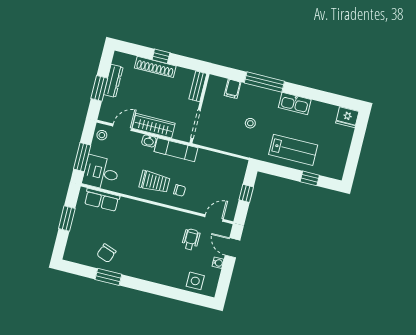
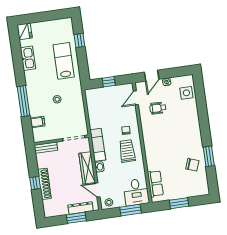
dresser: (113, 81) -> (81, 208), moved
kitchen sink: (295, 104) -> (28, 58), moved
door: (214, 218) -> (136, 98), hinge flipped

